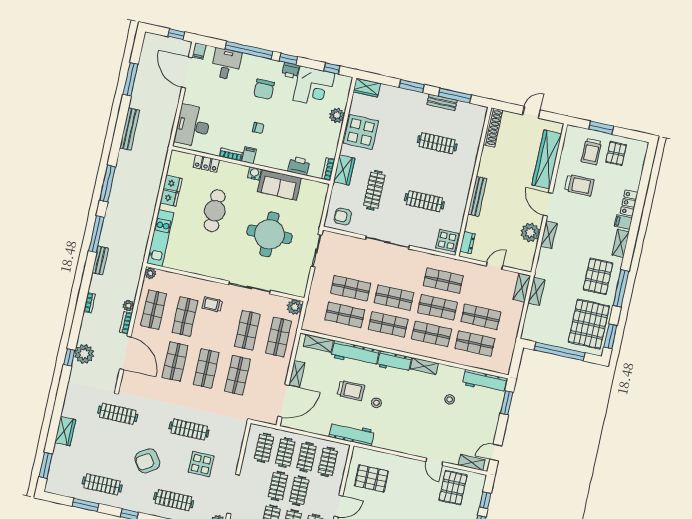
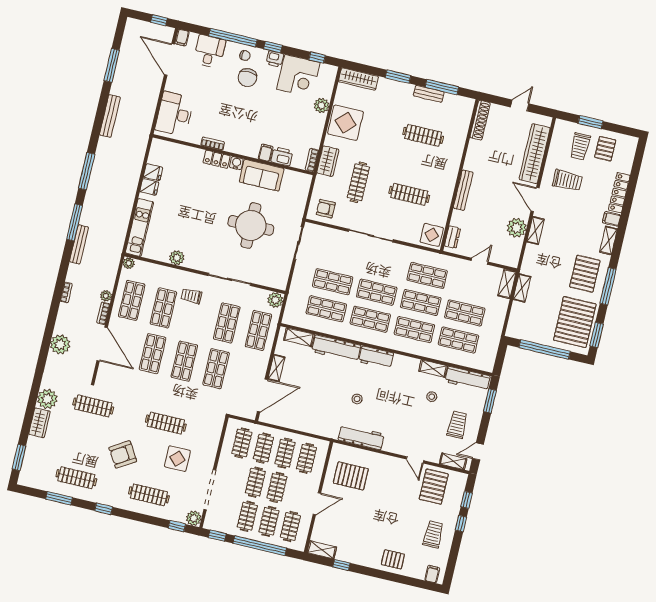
wardrobe: (367, 88) -> (358, 79), width x1.50
chair: (258, 128) -> (245, 55), moved
filing cabinet: (249, 155) -> (266, 153), moved
locker: (206, 164) -> (217, 159), moved
locker: (629, 203) -> (619, 193), width x1.53
cafe table: (215, 211) -> (195, 201), removed
bench: (100, 260) -> (79, 244), width x1.36
plant: (197, 267) -> (177, 258), added
window: (69, 357) -> (45, 348), removed
shelving: (424, 366) -> (433, 368), moved
trolley: (351, 390) -> (457, 425), moved, turned -90
plant: (72, 408) -> (47, 399), added
workbench: (352, 434) -> (361, 437), moved

